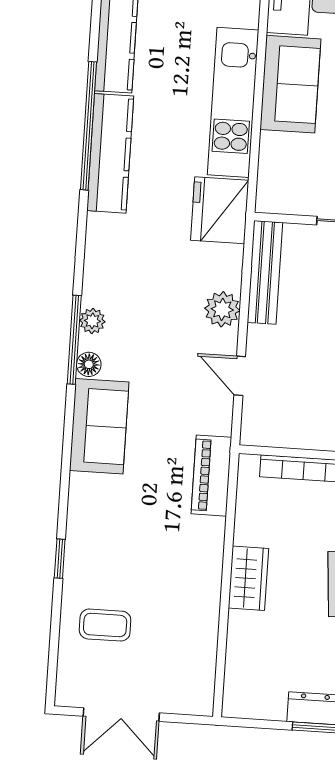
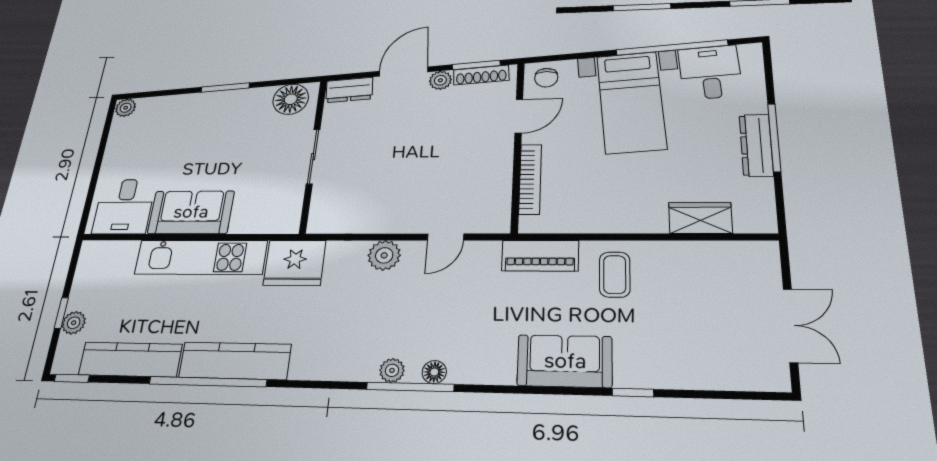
bench: (265, 272) -> (352, 222), removed
sofa: (99, 426) -> (565, 361), moved
wardrobe: (248, 578) -> (700, 218), moved
coffee table: (105, 625) -> (615, 275), moved

